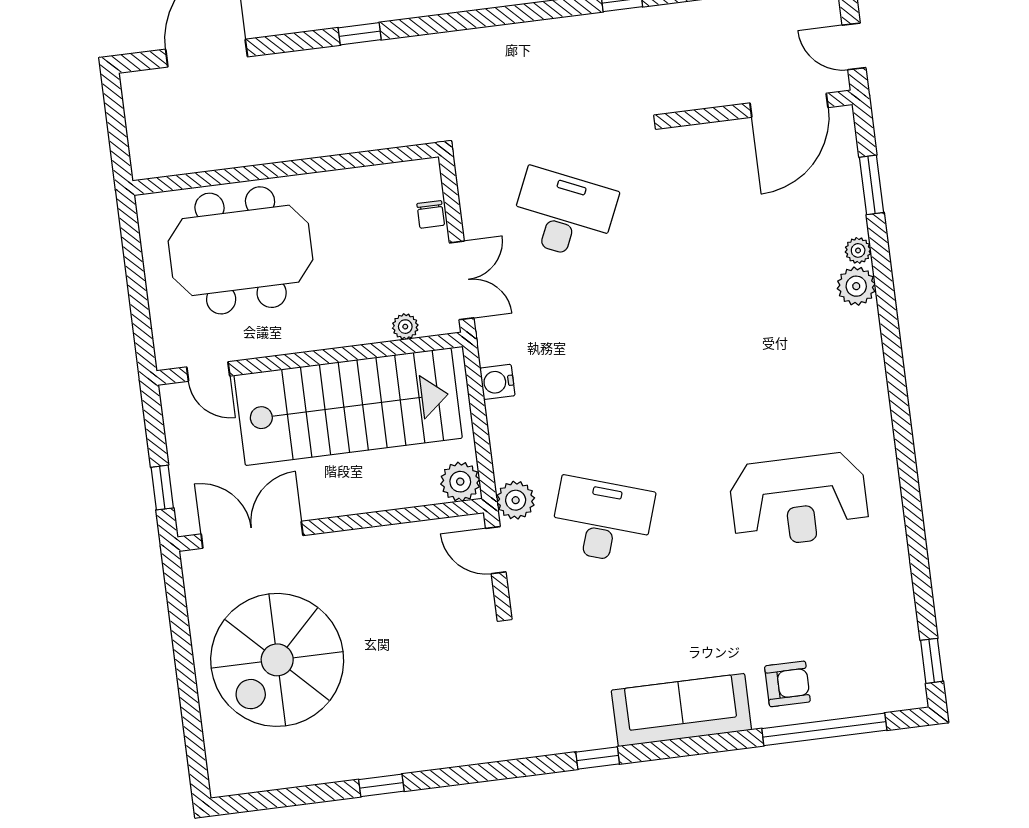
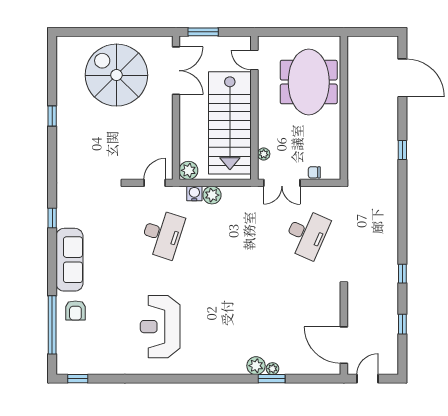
window: (872, 185) -> (272, 379), moved
door: (208, 371) -> (254, 60), hinge flipped
water cooler: (497, 382) -> (194, 194), moved
window: (162, 488) -> (203, 32), width x1.50
plant: (516, 500) -> (212, 195), moved

